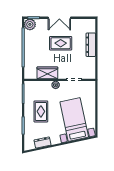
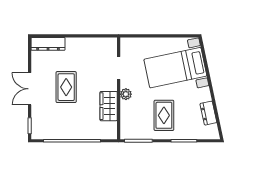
double door: (59, 18) -> (30, 89), swing flipped
plant: (30, 24) -> (39, 131), removed
dresser: (91, 45) -> (48, 44), moved
rug: (41, 111) -> (164, 115), turned 90

